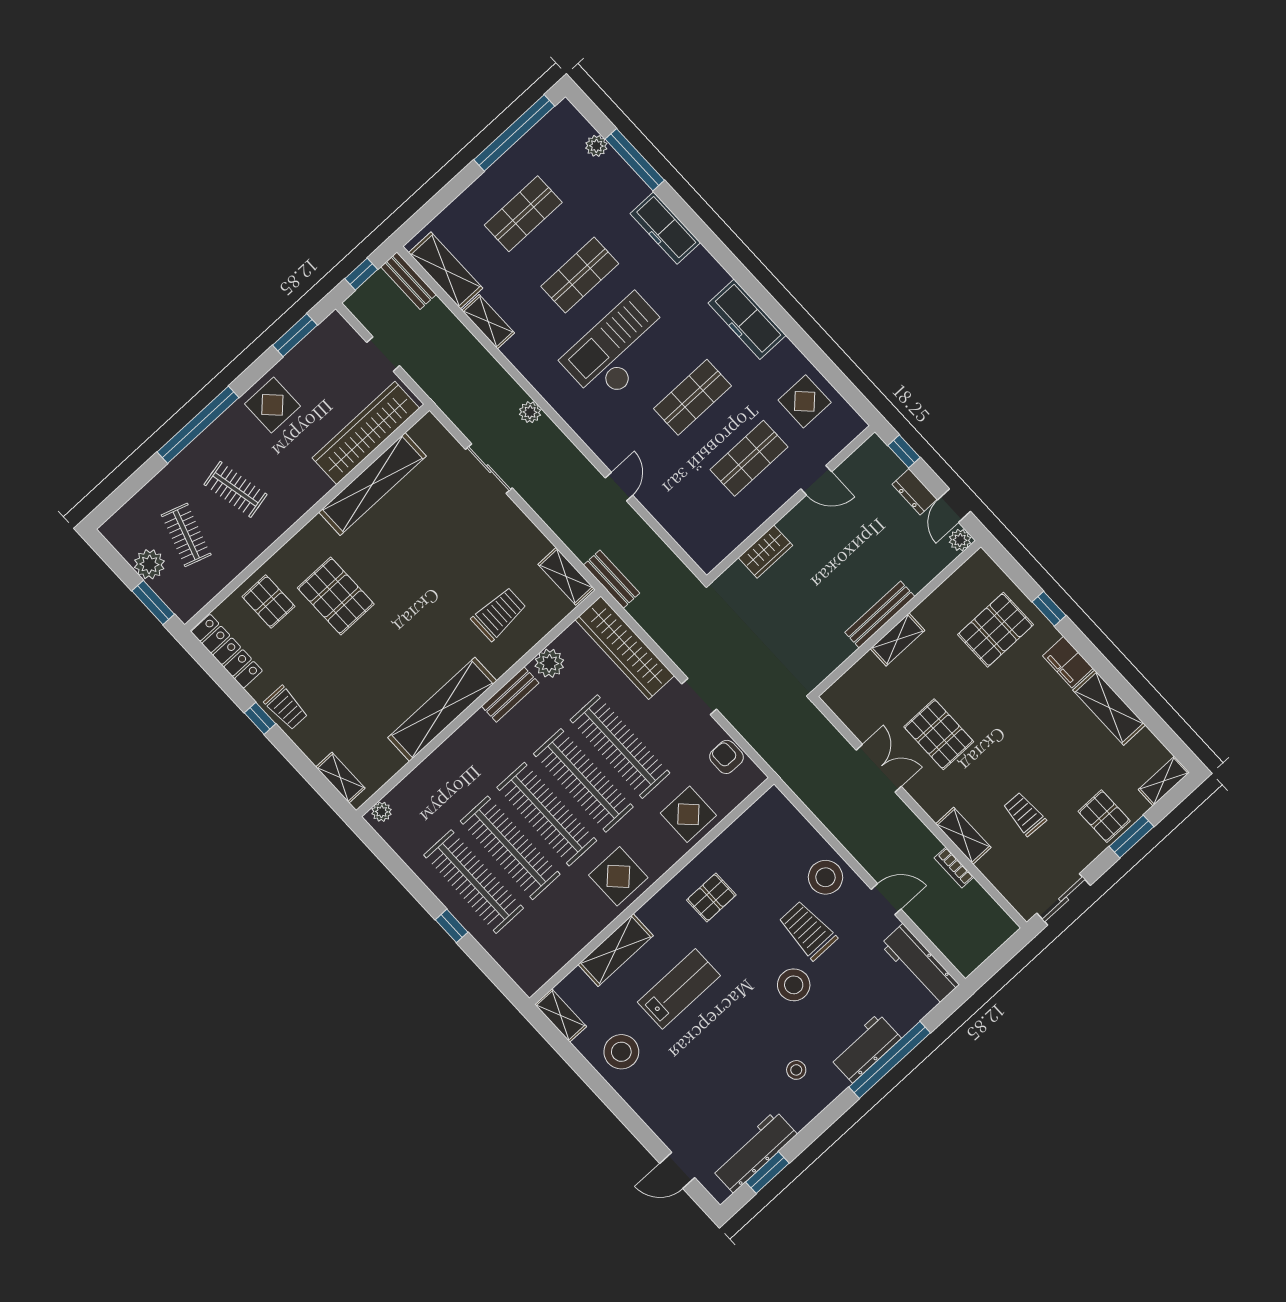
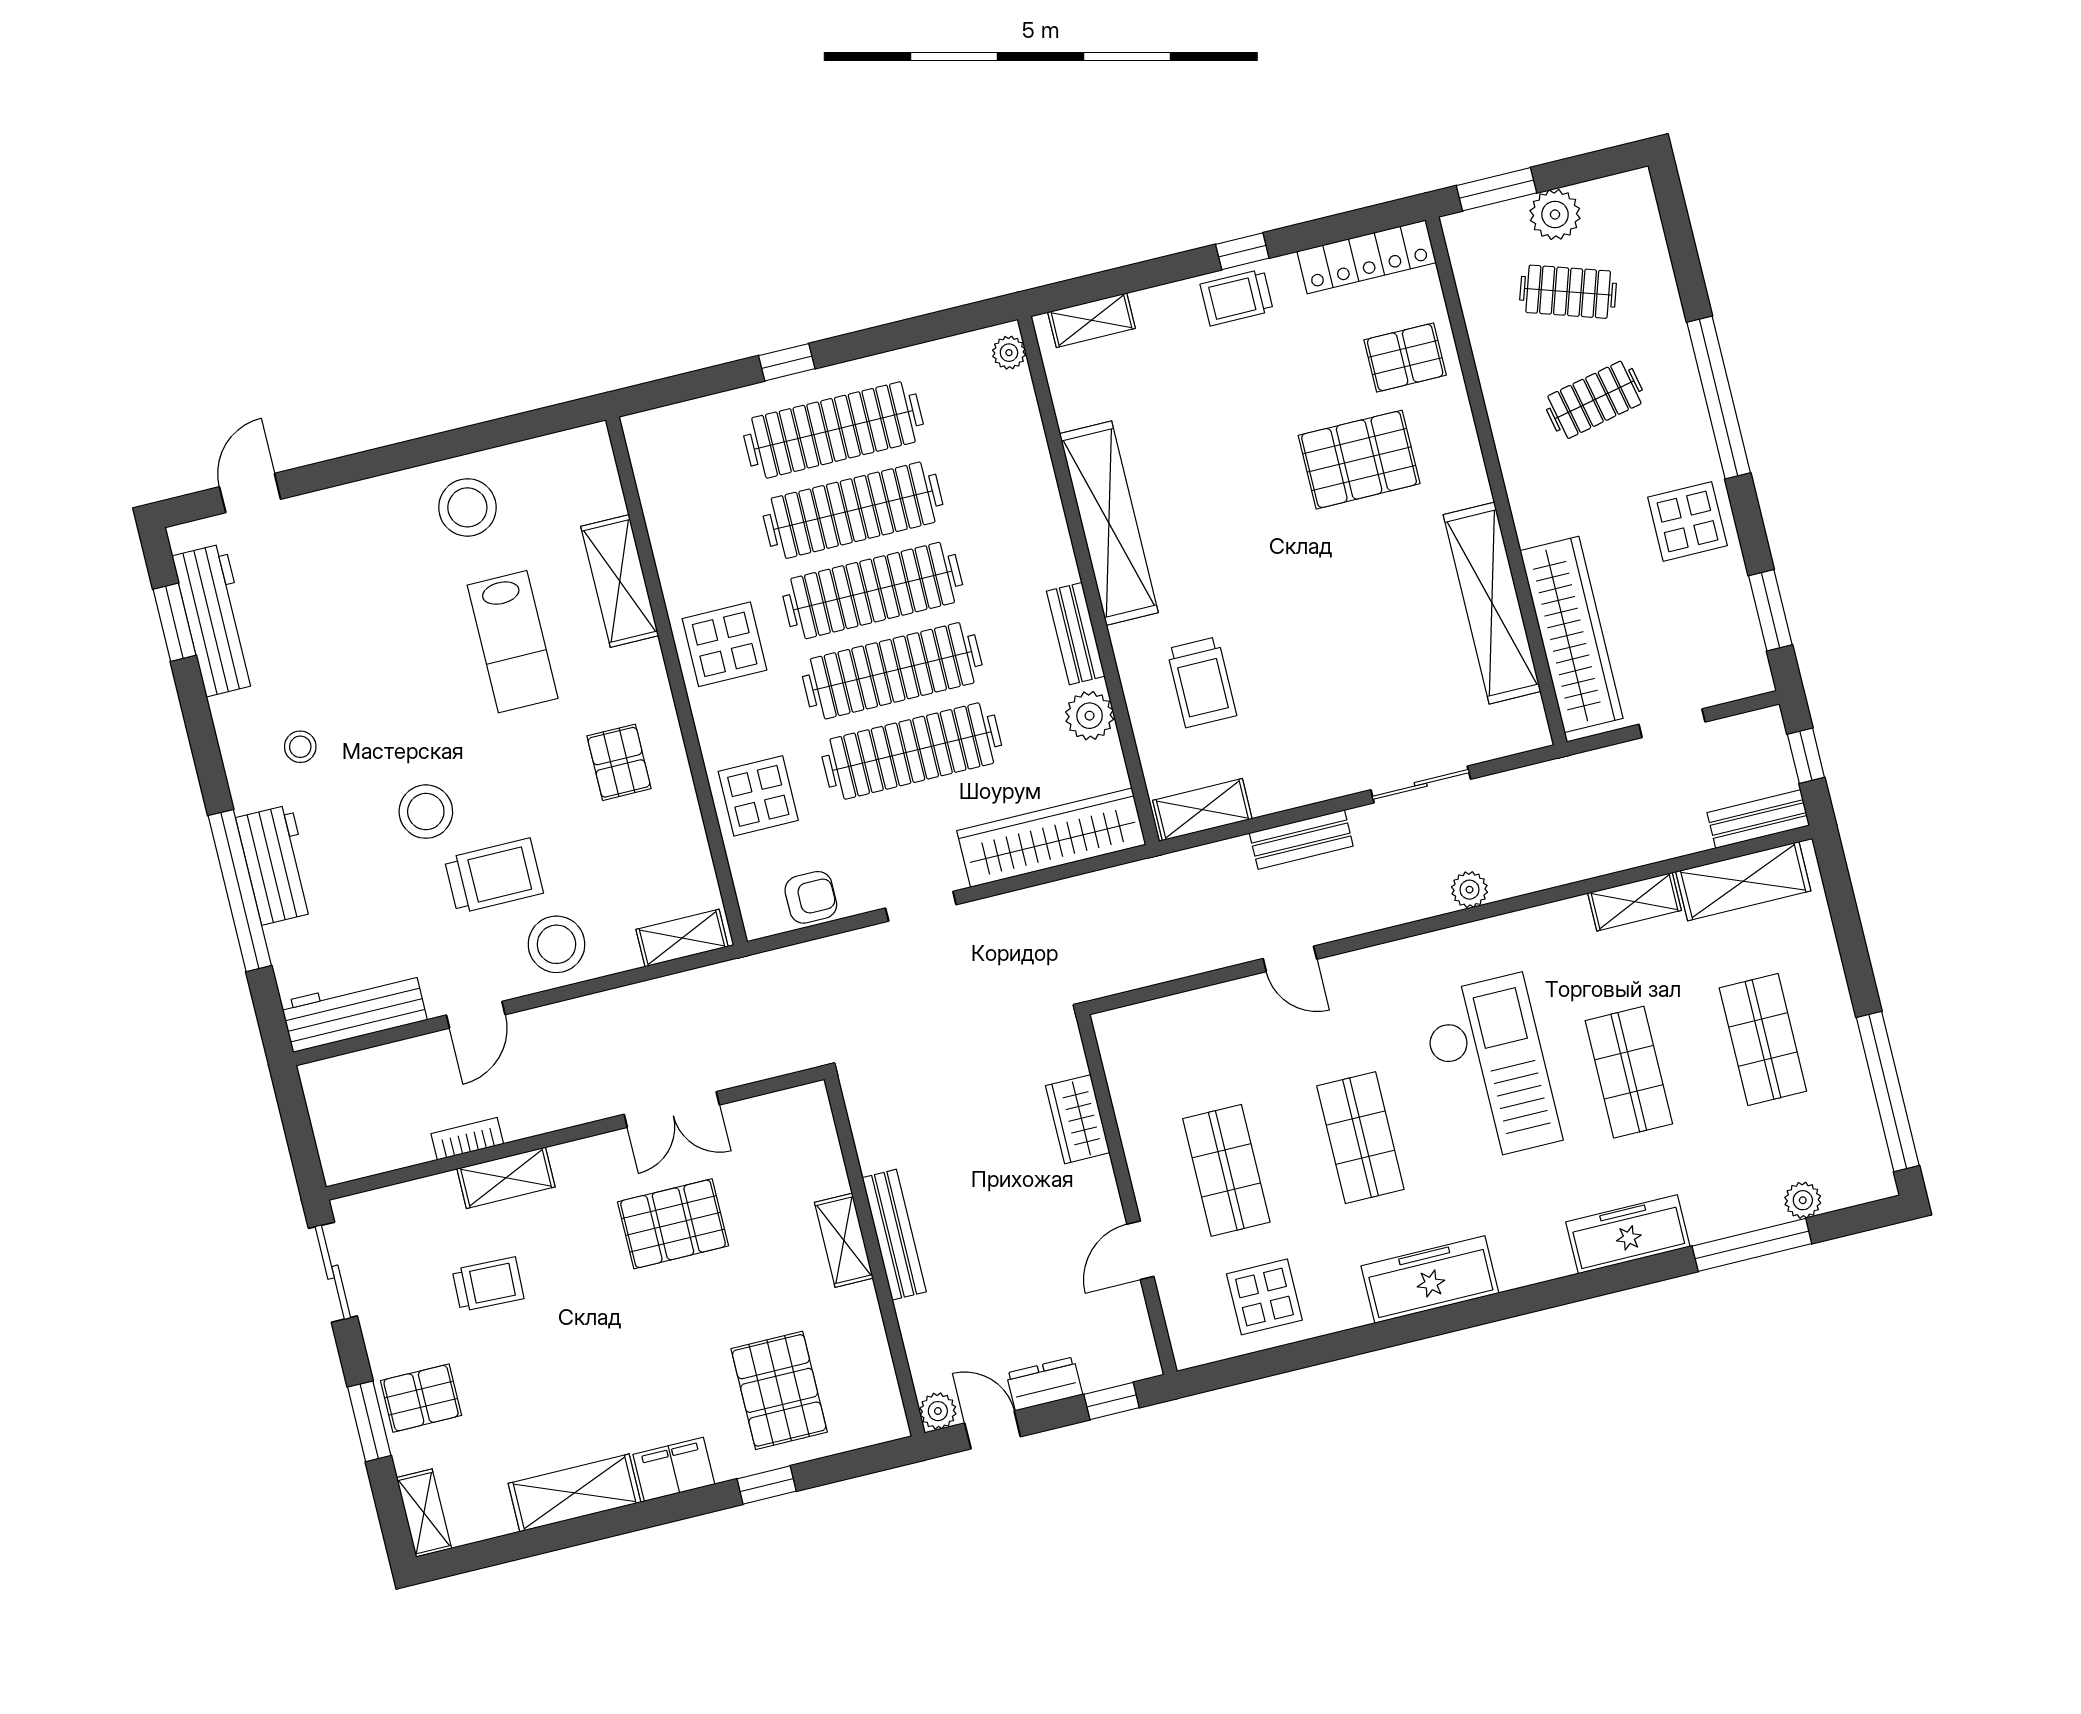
bench: (612, 579) -> (1301, 840), moved
shelving: (561, 1015) -> (682, 938), moved

